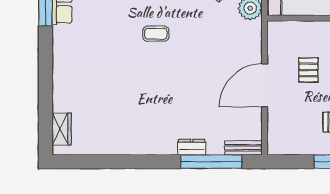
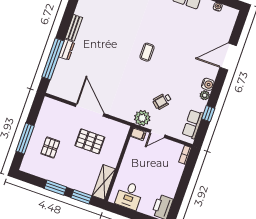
pallet: (308, 70) -> (90, 141), width x1.50, depth x1.42
bench: (243, 148) -> (74, 28), moved

